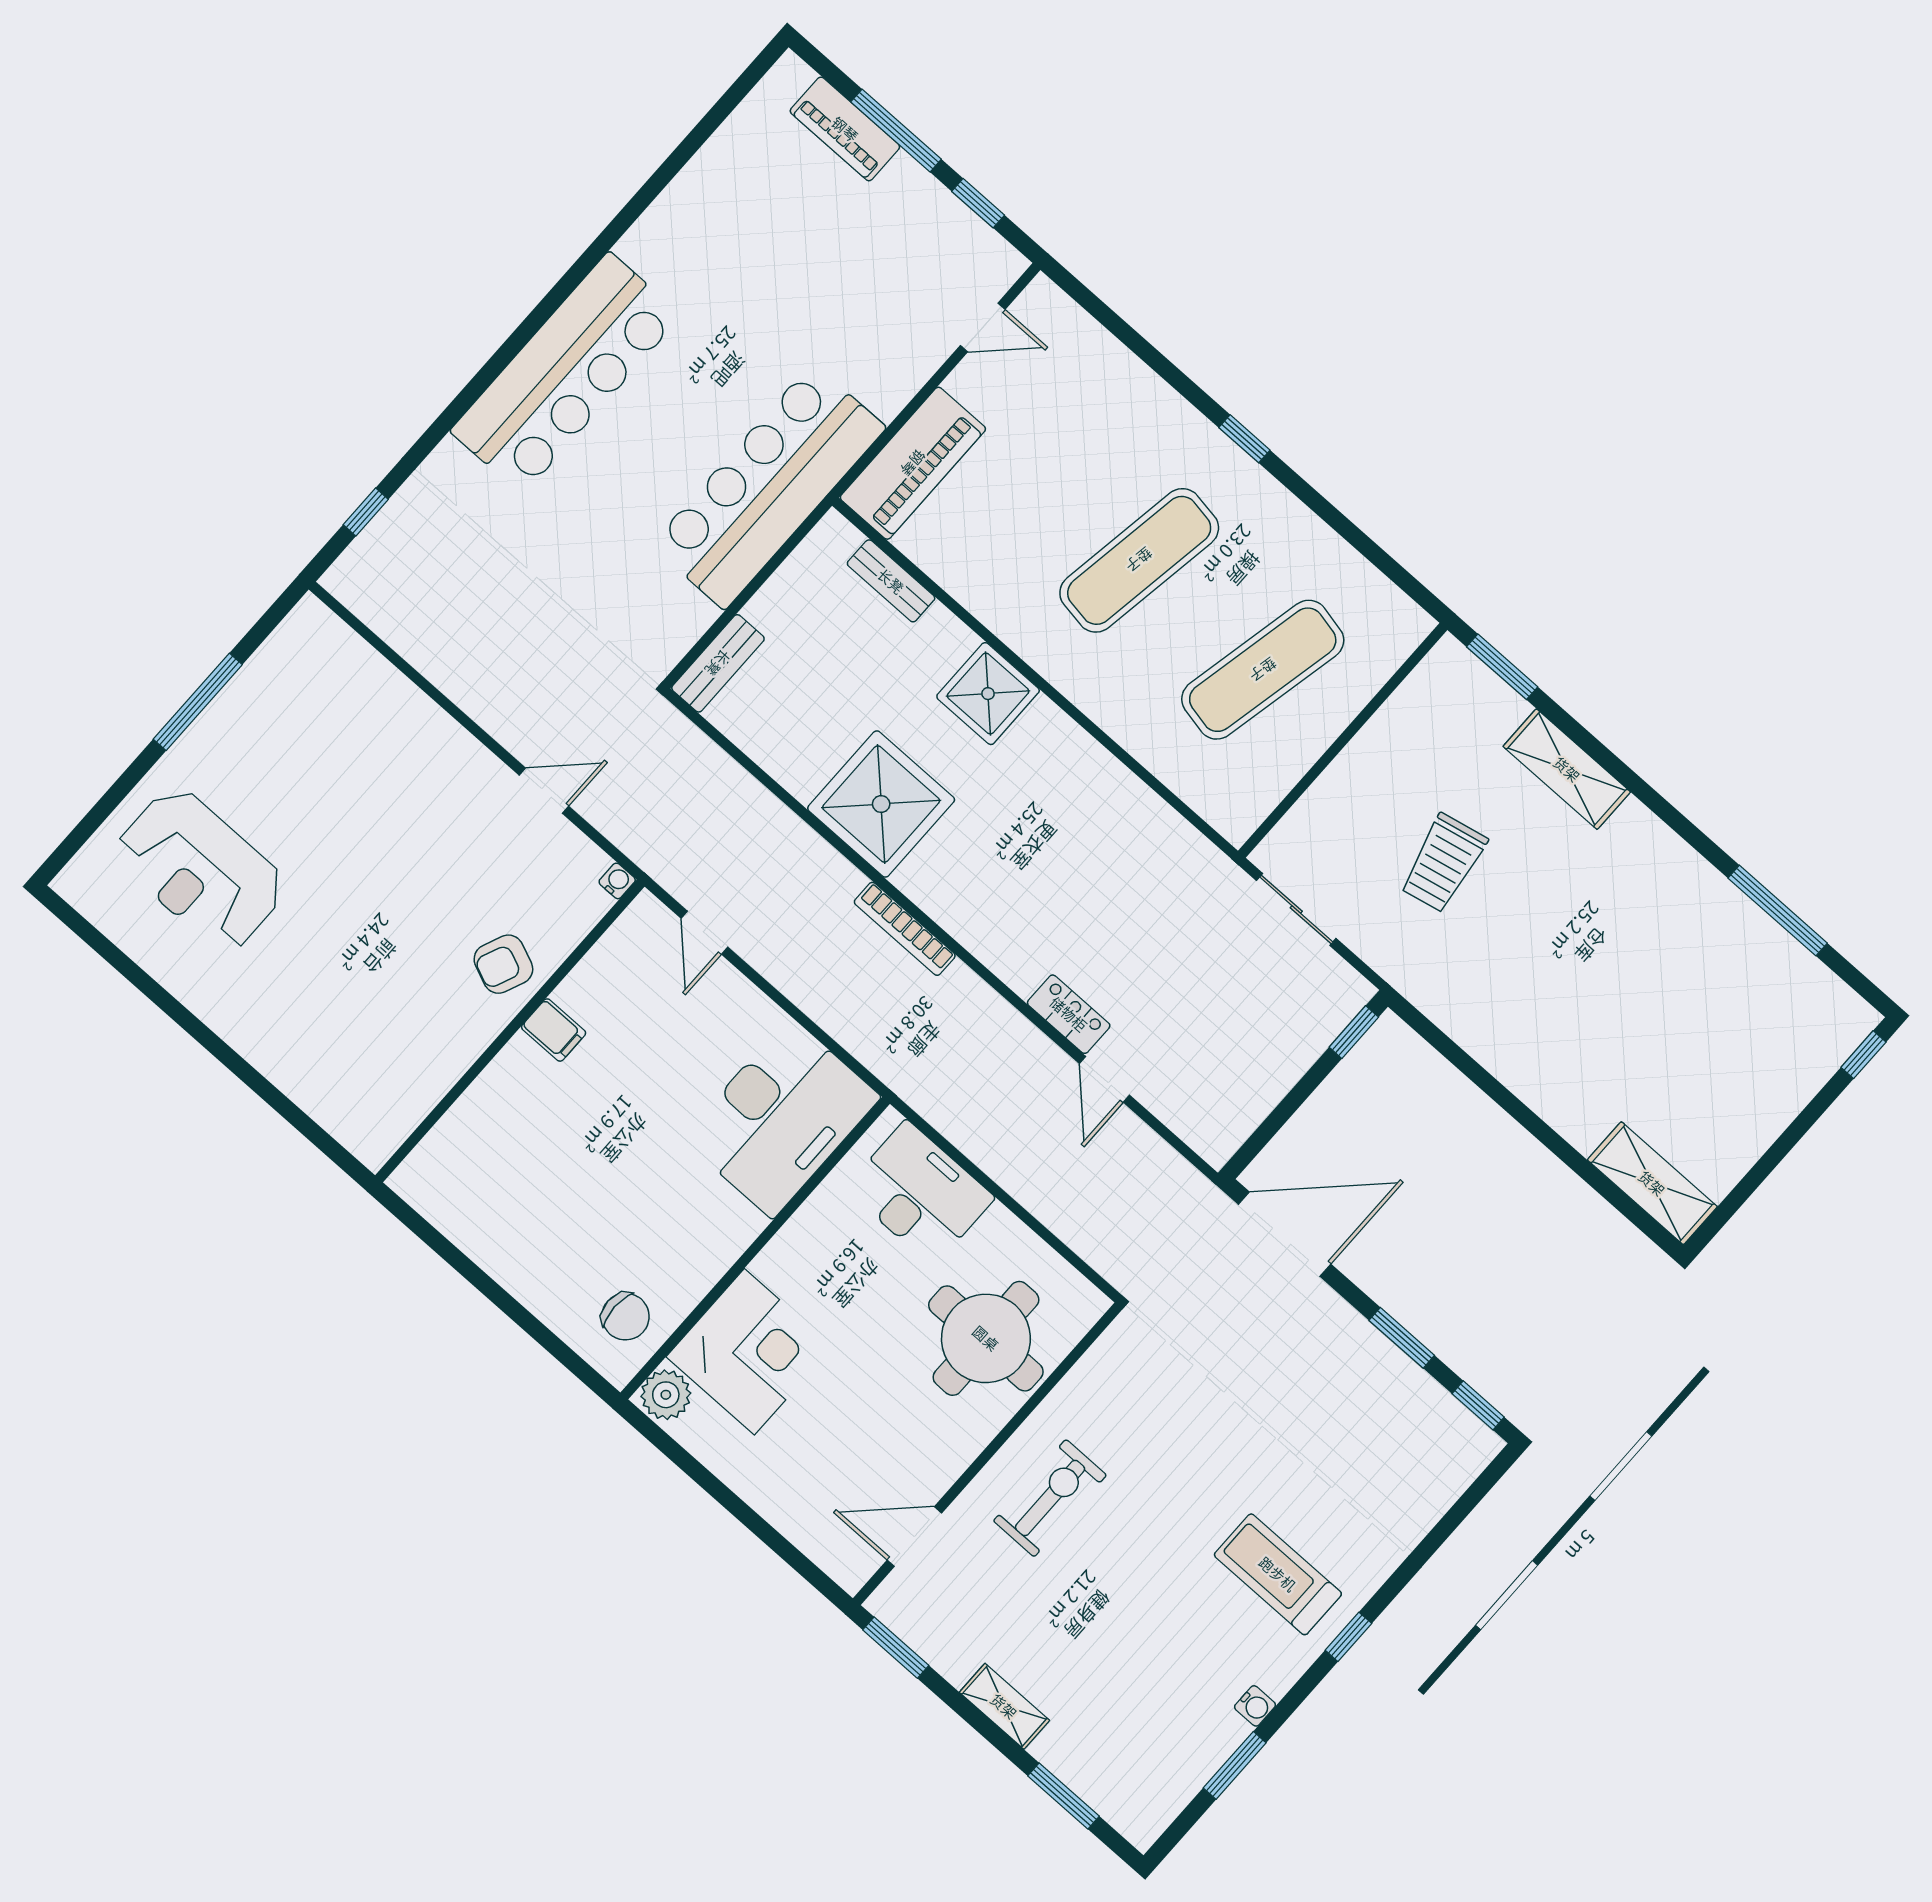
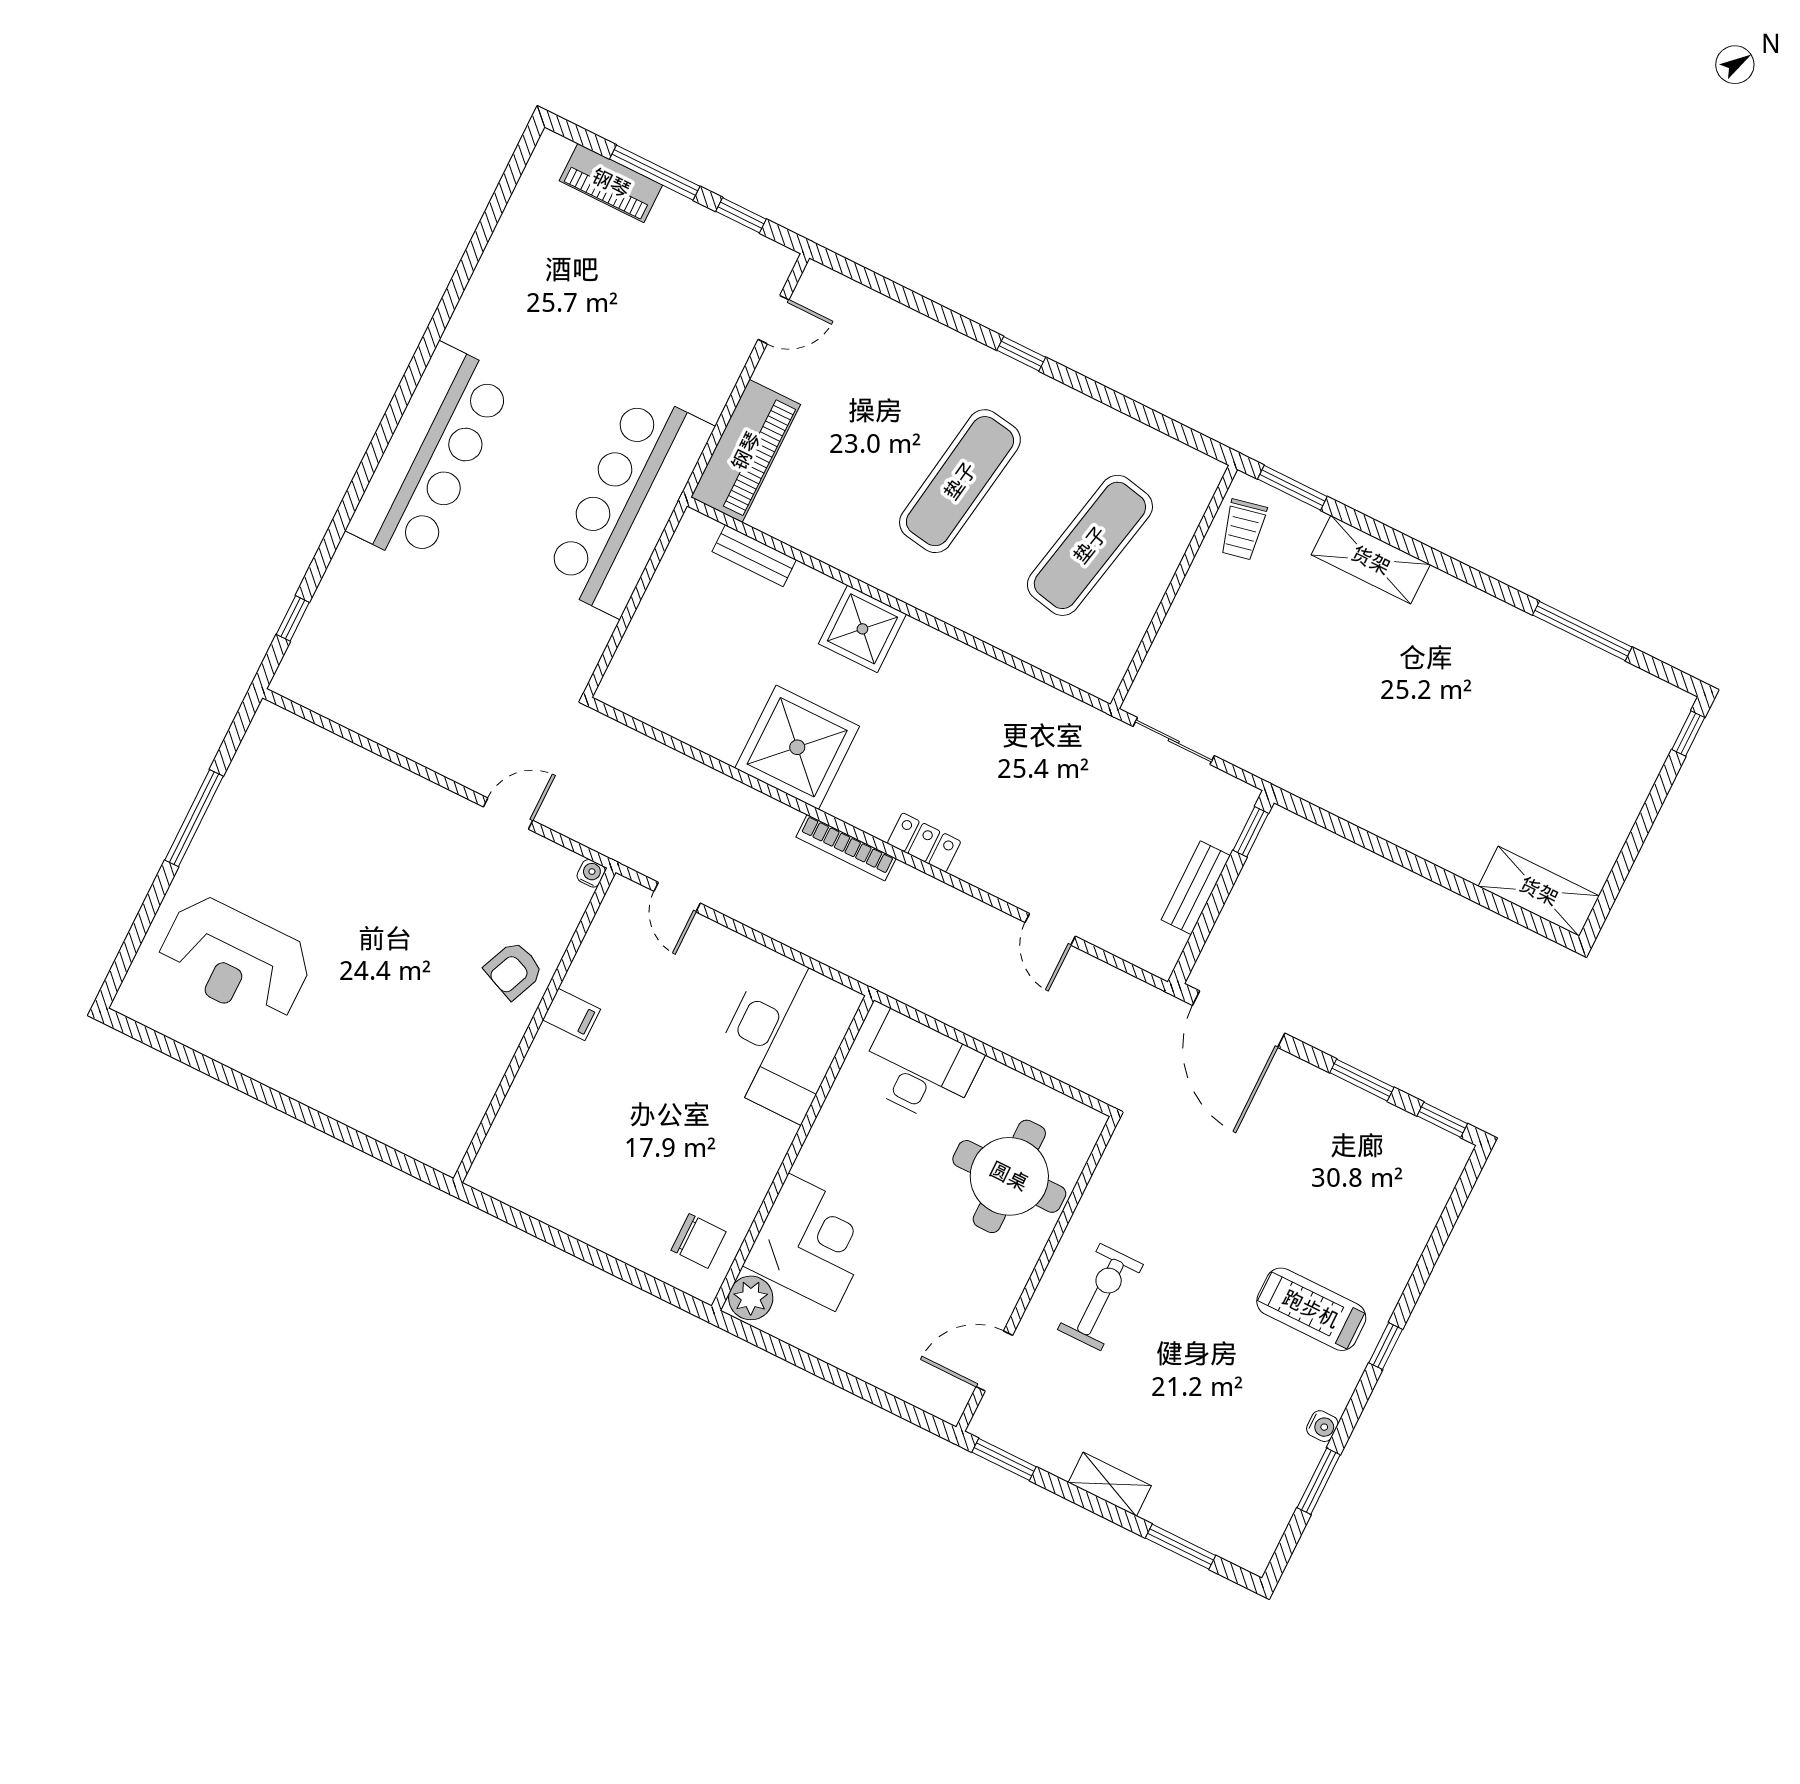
bench: (718, 663) -> (1196, 888), moved
trolley: (1443, 863) -> (1243, 530), moved, width x0.73, depth x0.72
locker: (1069, 1014) -> (924, 842), moved
door: (1285, 1234) -> (1239, 1019), swing flipped

